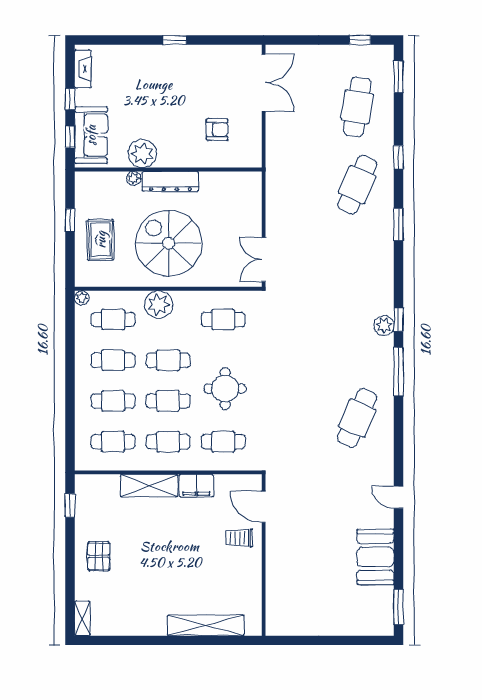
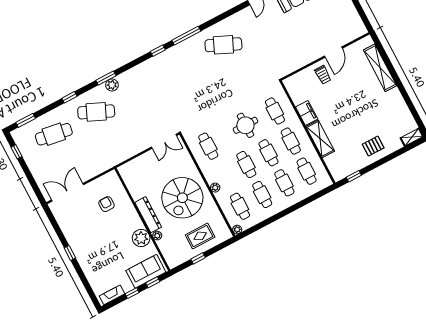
plant: (159, 305) -> (215, 188), width x0.53, depth x0.53
plant: (384, 325) -> (112, 85), moved
door: (264, 507) -> (333, 52), moved

